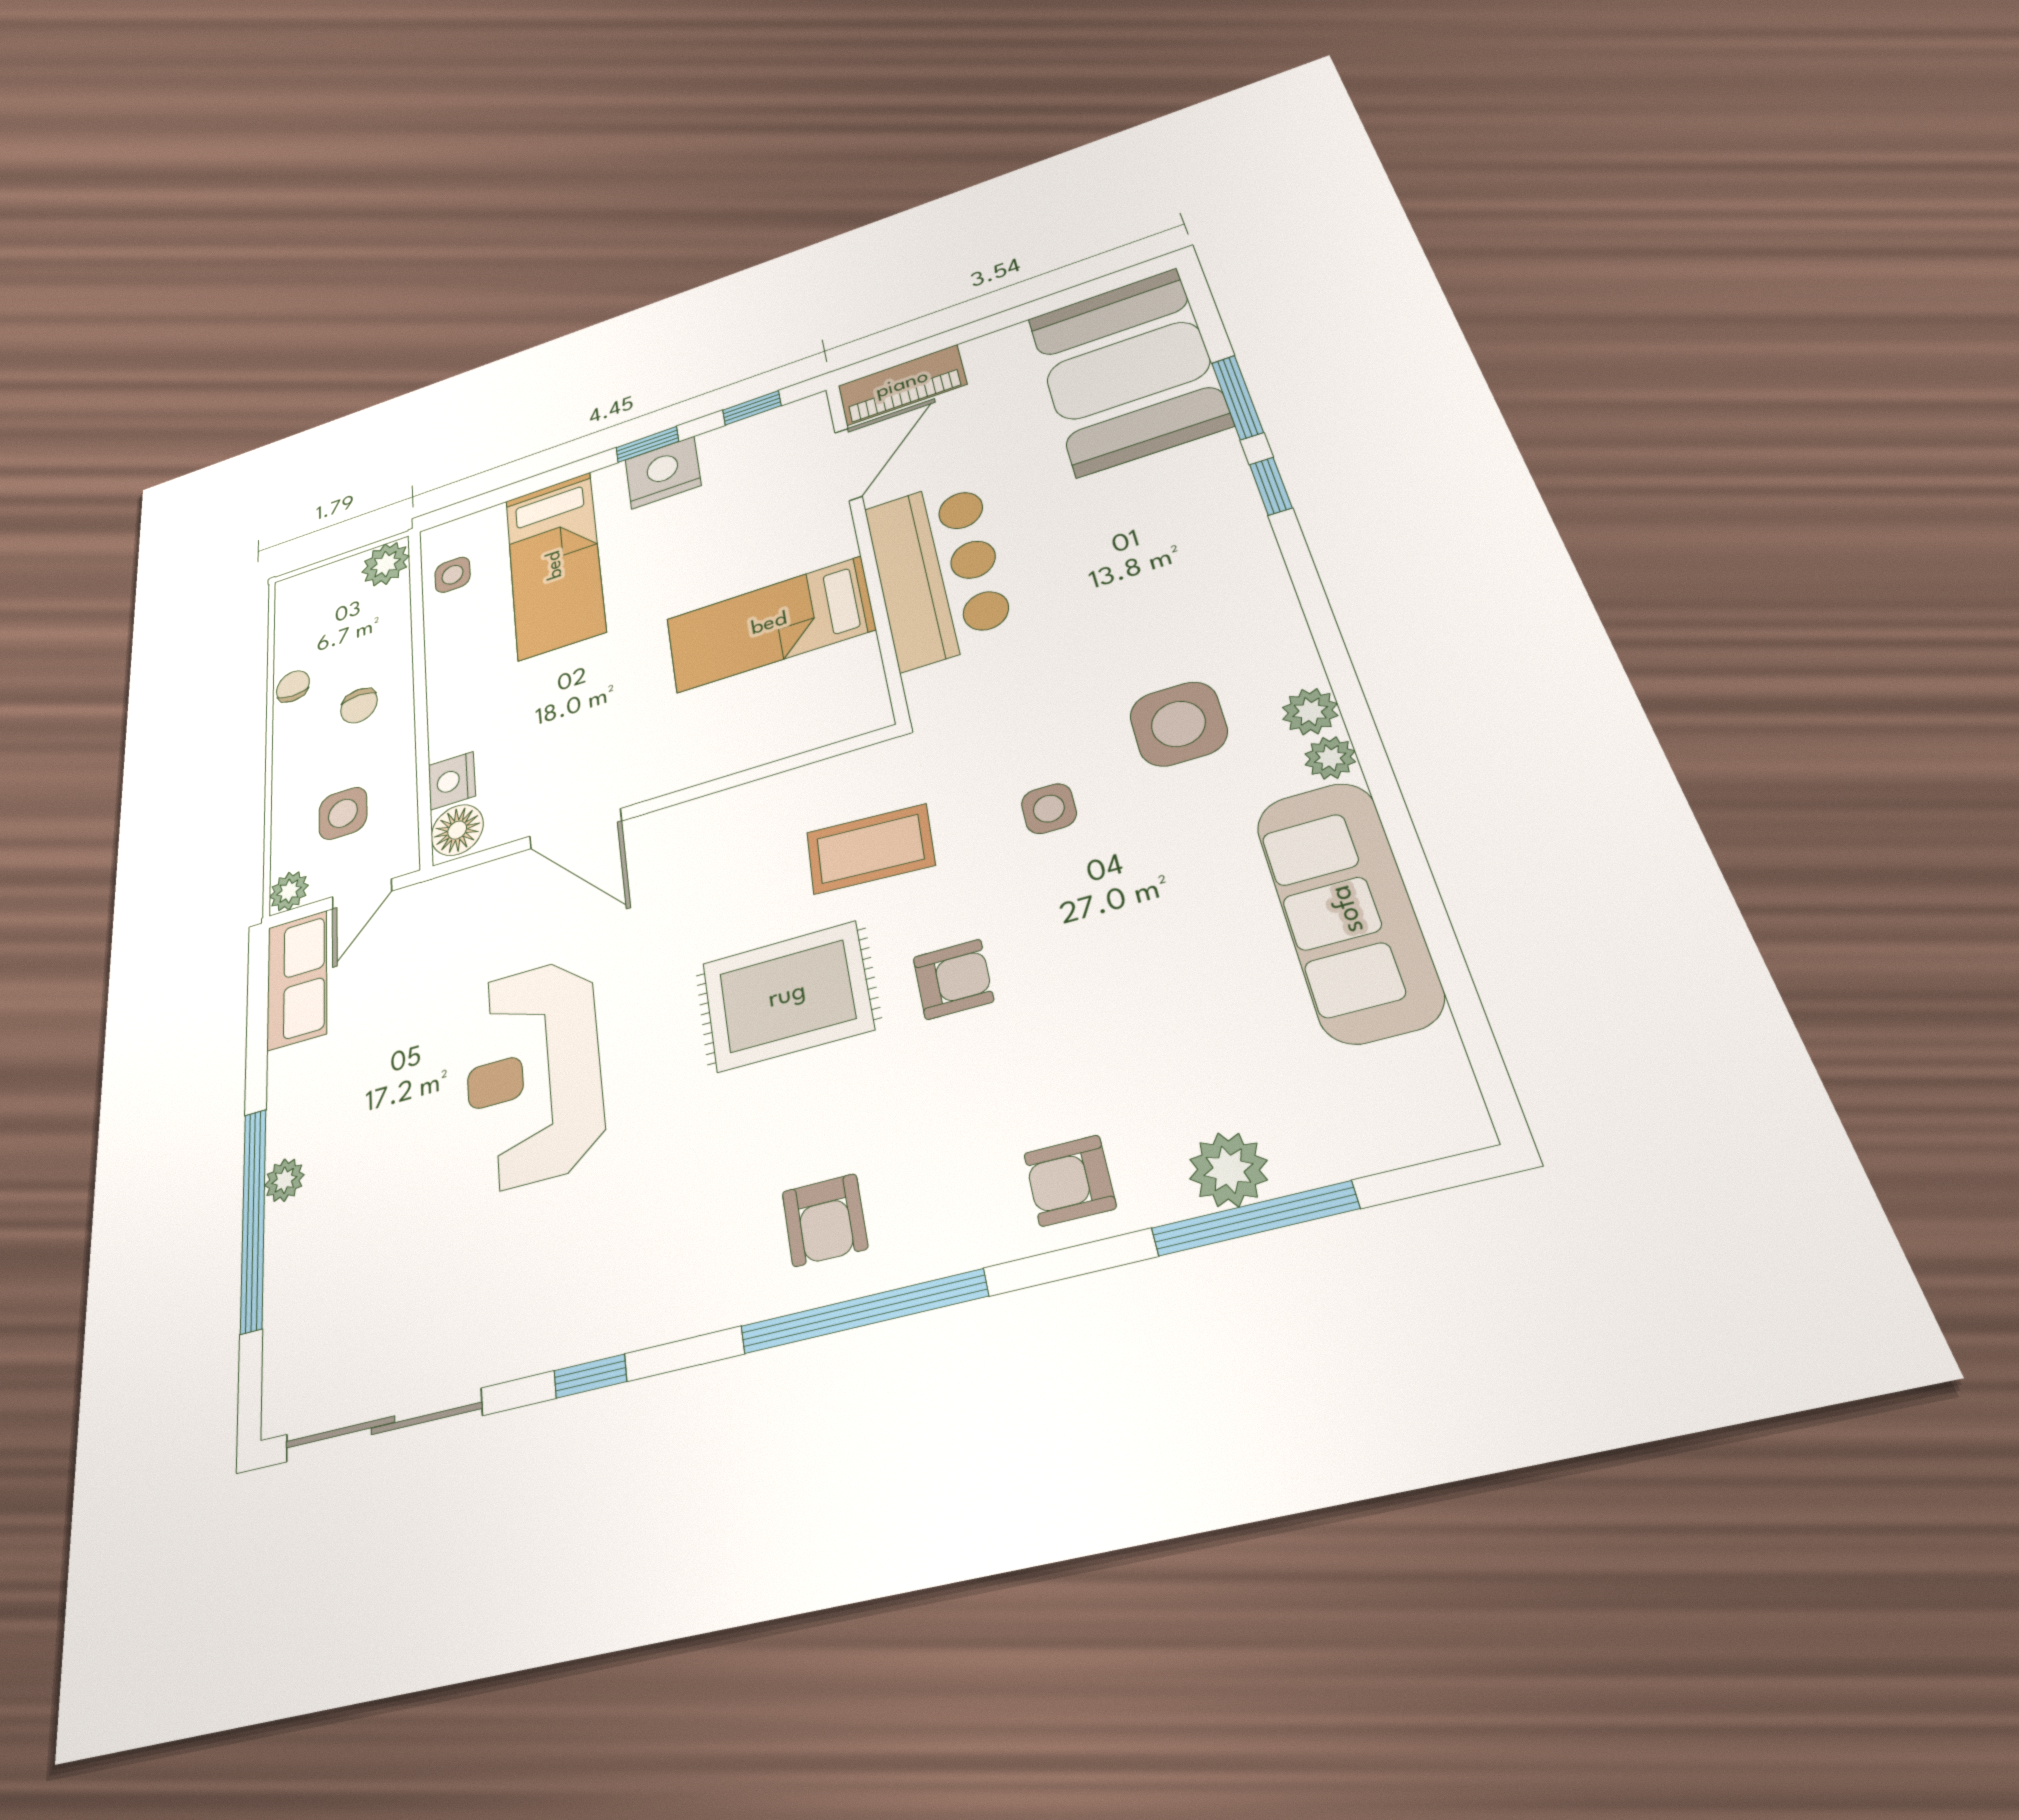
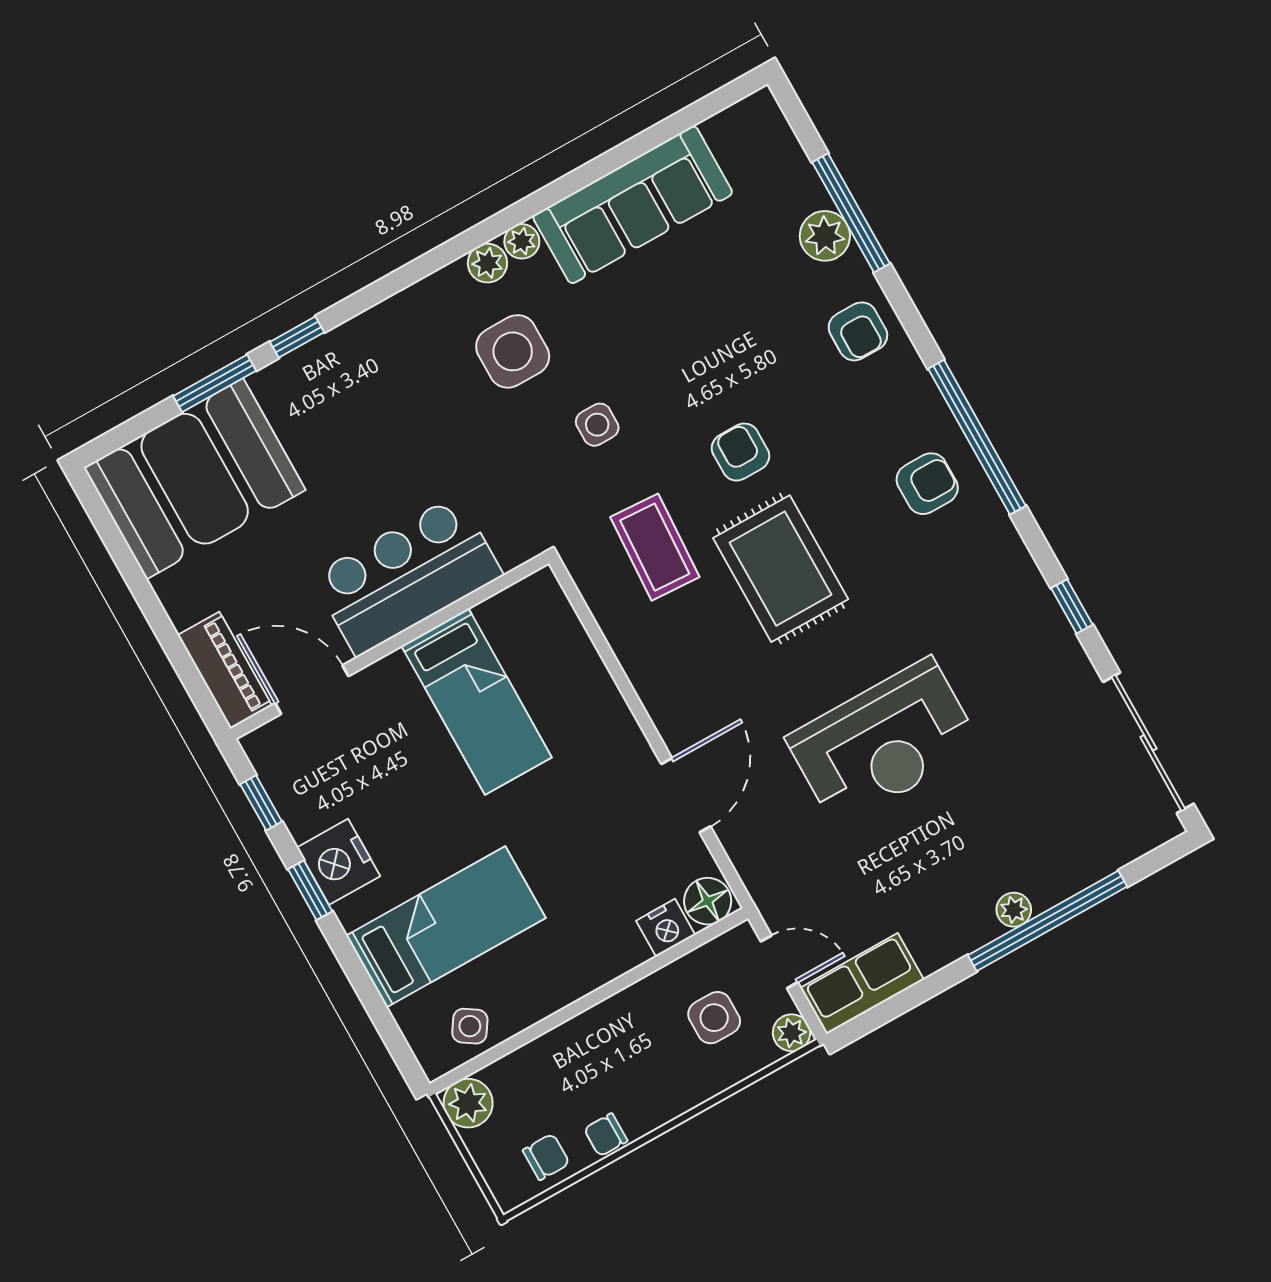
side table: (452, 575) -> (470, 1026), turned 34
chair: (359, 706) -> (546, 1157), moved

